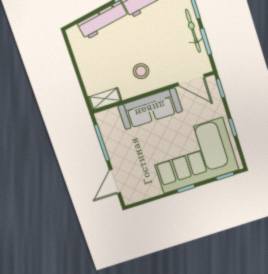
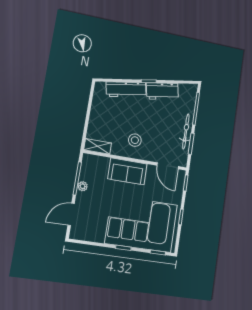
sofa: (150, 109) -> (127, 171), width x0.73
plant: (111, 148) -> (83, 186), added

